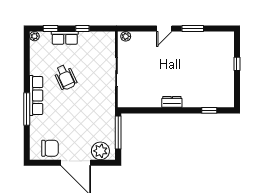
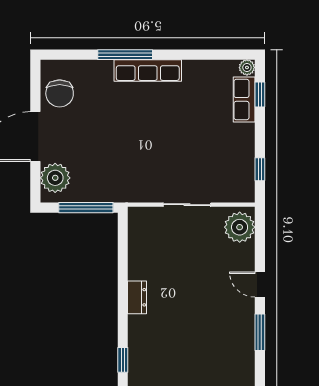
window: (82, 29) -> (260, 169), moved
plant: (126, 36) -> (240, 227), width x1.88, depth x1.88
row of seats: (65, 38) -> (244, 99), moved
wheelchair: (65, 77) -> (178, 119), removed

